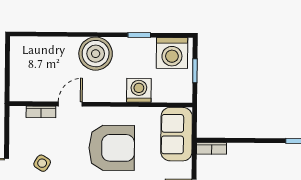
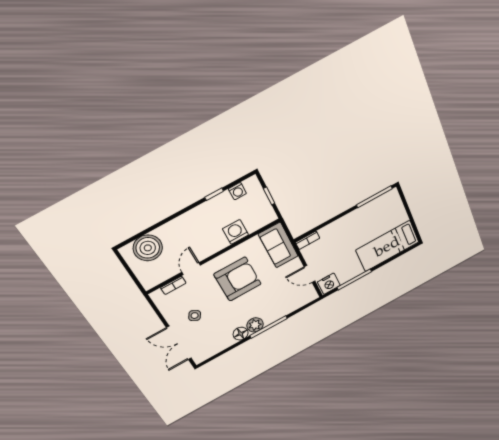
washing machine: (172, 53) -> (237, 191), width x0.53, depth x0.53
boiler: (96, 54) -> (148, 248), moved

